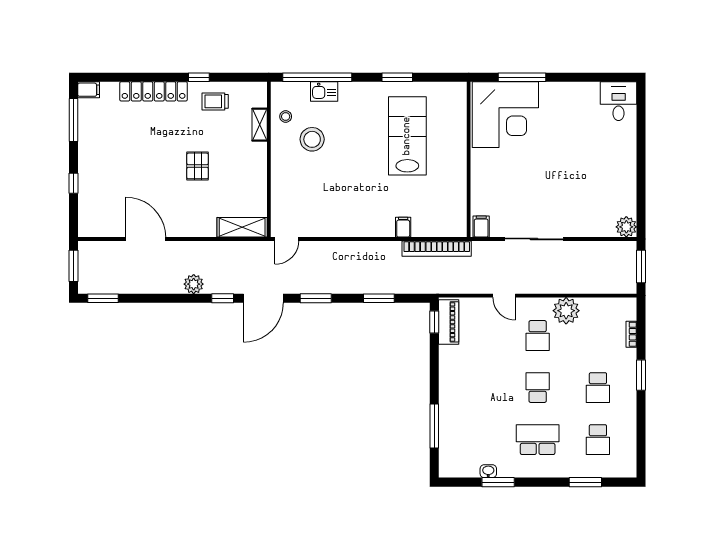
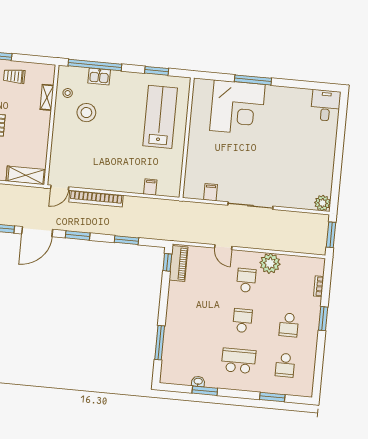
wall: (469, 159) -> (187, 138), moved
bookcase: (437, 249) -> (96, 199), moved
school desk: (538, 335) -> (246, 280), turned 180

